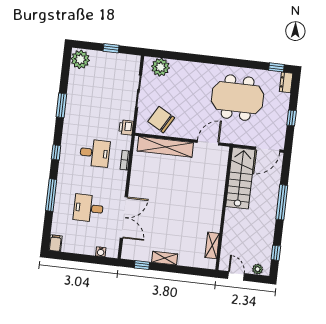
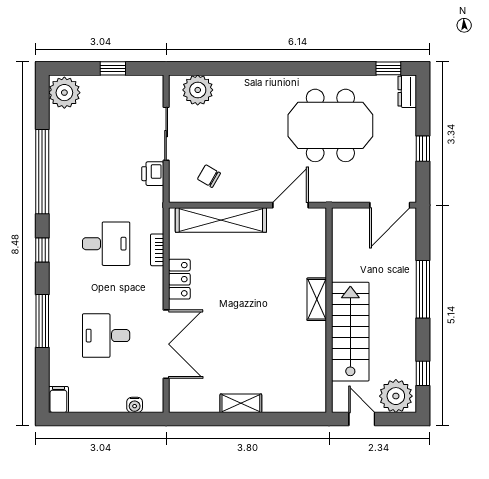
window: (61, 105) -> (42, 172), width x2.11
chair: (161, 120) -> (209, 176), width x0.54, depth x0.54
printer: (126, 127) -> (153, 174), moved
stairs: (240, 178) -> (350, 332), moved
locker: (136, 179) -> (179, 279), added
shelving: (212, 245) -> (317, 299), moved
window: (142, 265) -> (205, 419), removed
plant: (258, 269) -> (396, 396), width x1.88, depth x1.88

